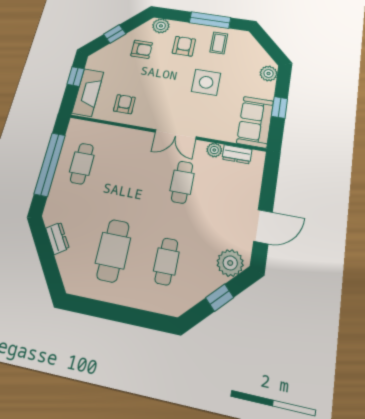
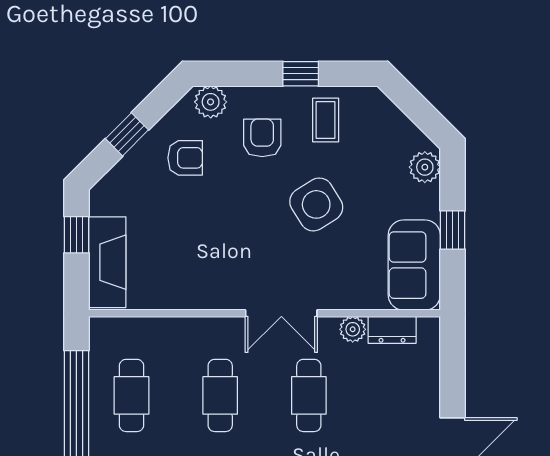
window: (210, 20) -> (301, 74), width x0.46
side table: (206, 82) -> (316, 204), turned -32
armchair: (124, 104) -> (179, 273), removed
cafe table: (131, 173) -> (220, 395), added

